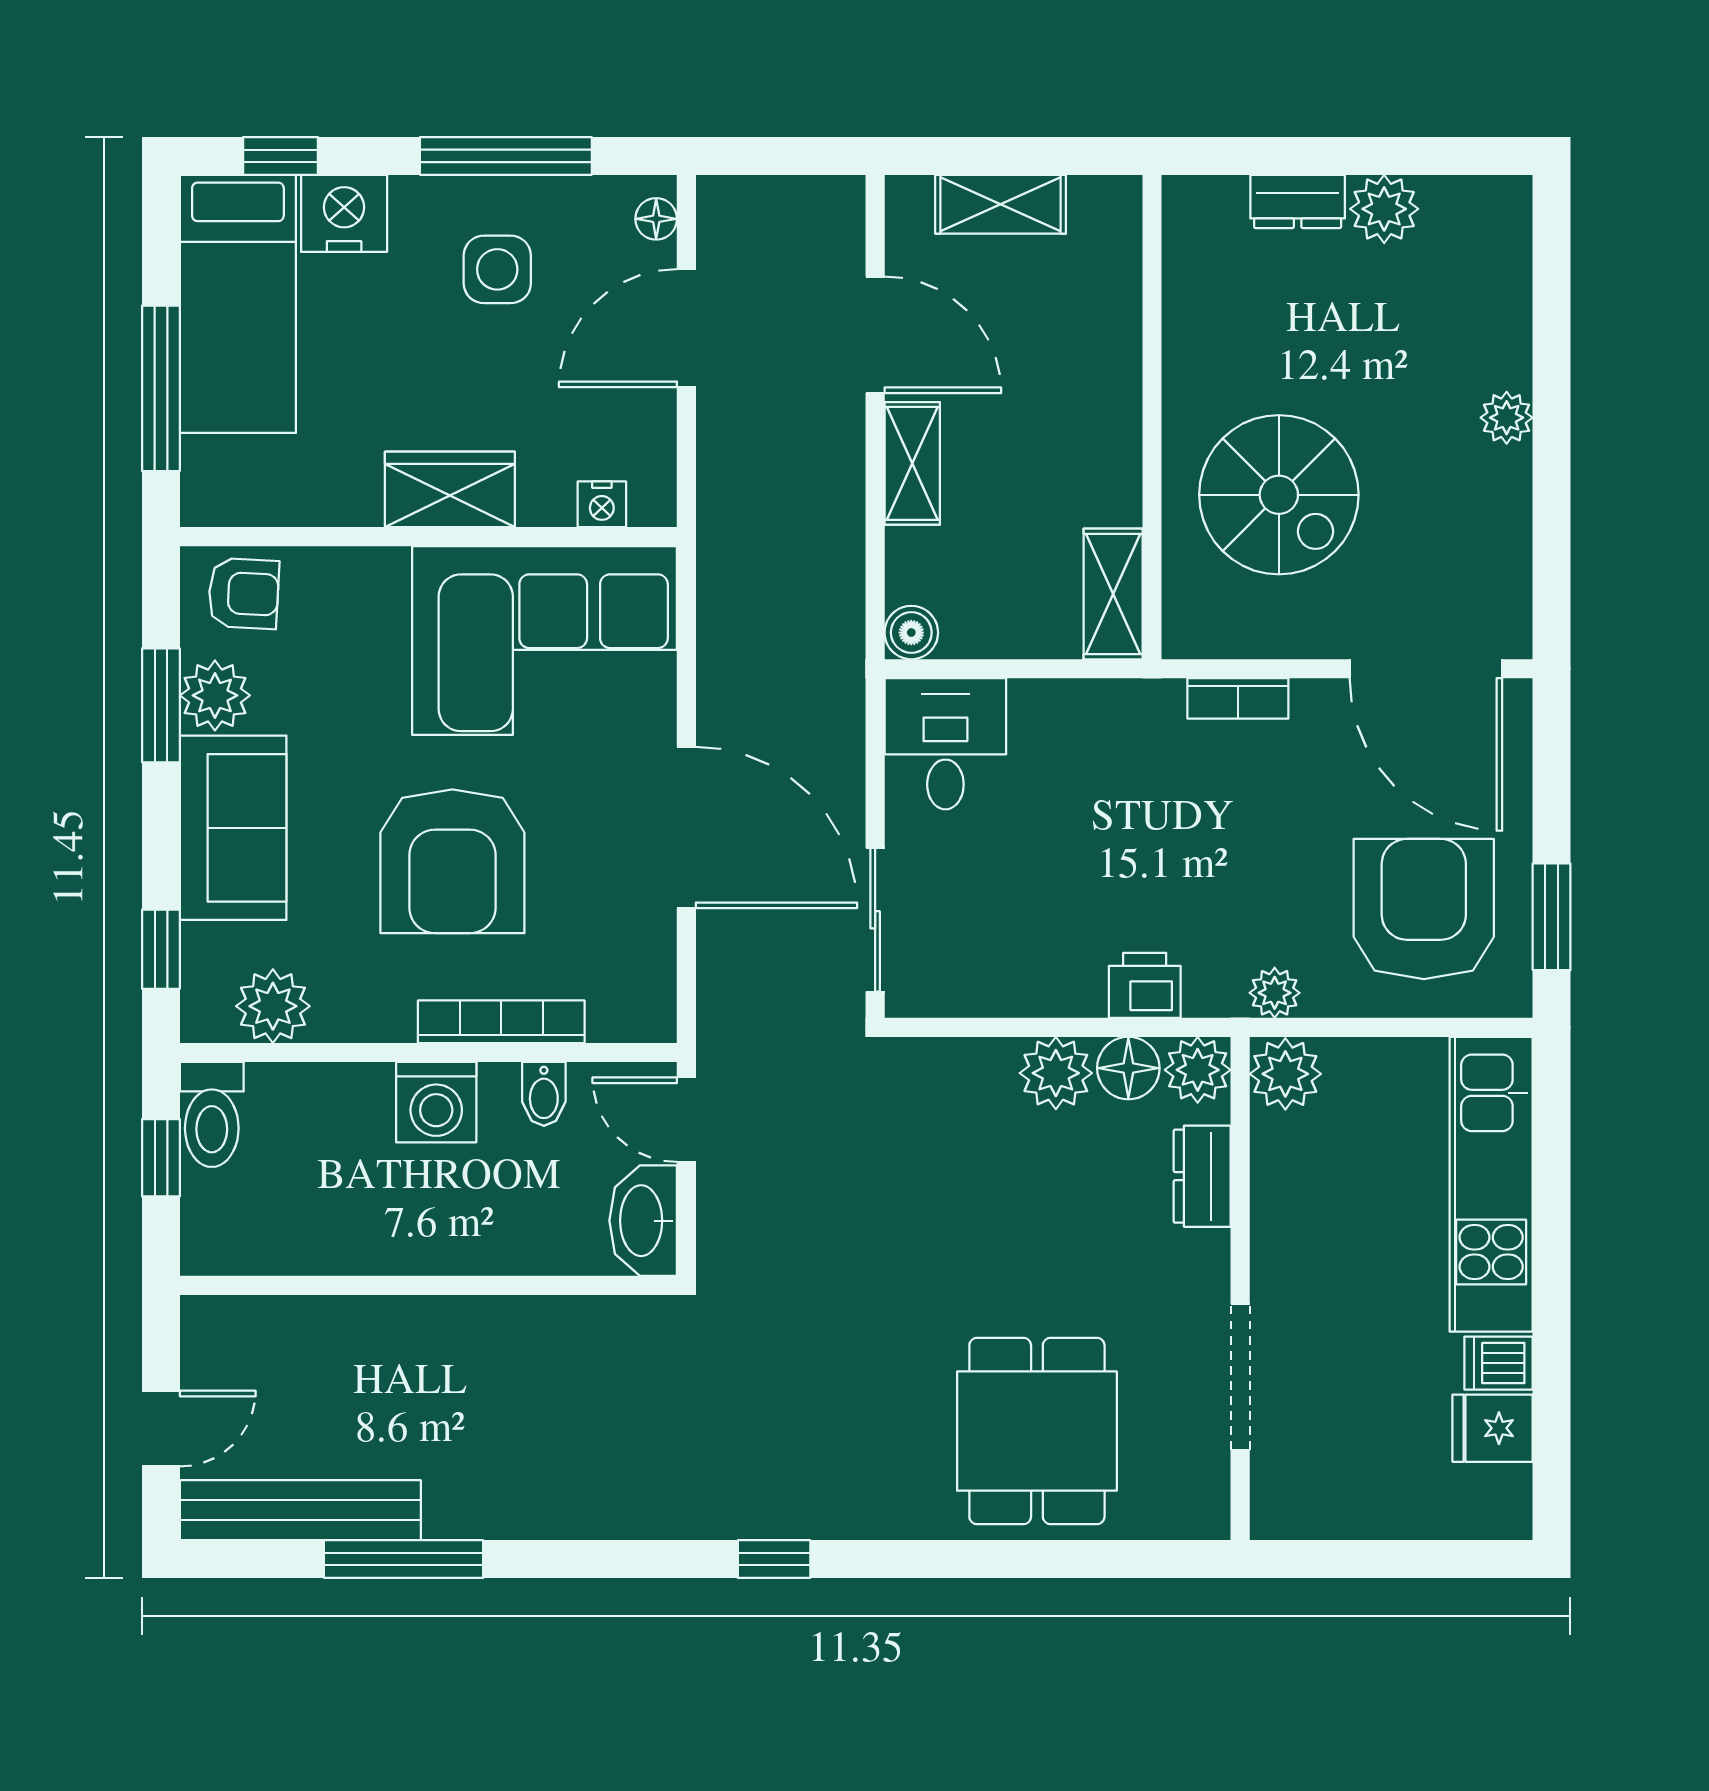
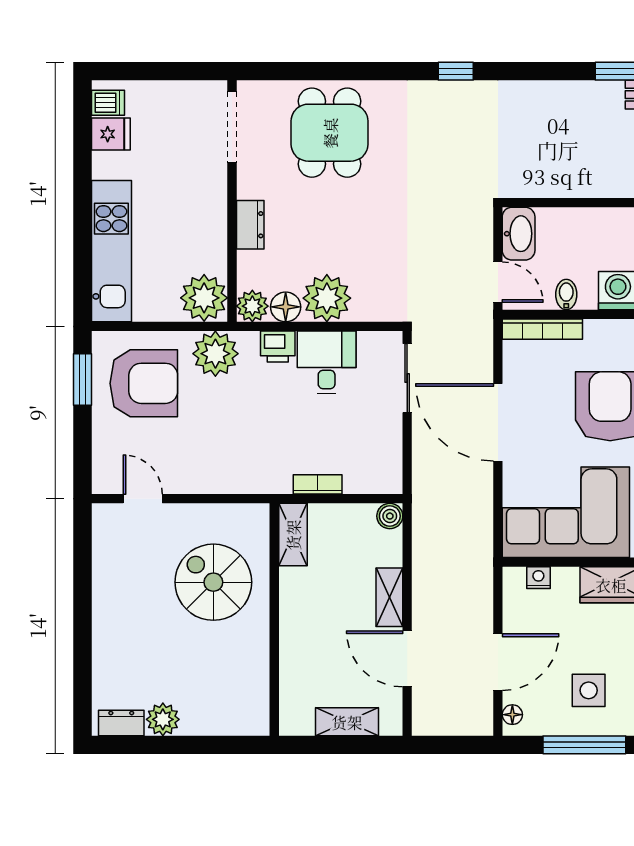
dresser: (1298, 201) -> (121, 723), moved
plant: (1507, 418) -> (104, 619), removed
door: (1426, 669) -> (143, 499), width x0.53
bookcase: (1238, 698) -> (318, 484), moved
desk: (945, 744) -> (327, 362), moved, turned 180
armchair: (1424, 909) -> (144, 383), turned -90
plant: (1275, 993) -> (215, 354), width x1.88, depth x1.88
bookcase: (501, 1022) -> (542, 329), moved
plant: (1056, 1073) -> (327, 298), width x1.36, depth x1.36
plant: (1285, 1074) -> (204, 298), width x1.36, depth x1.36
dresser: (1202, 1176) -> (250, 225), moved
dishwasher: (1499, 1363) -> (108, 103), moved
doorway: (1240, 1377) -> (232, 127), moved

